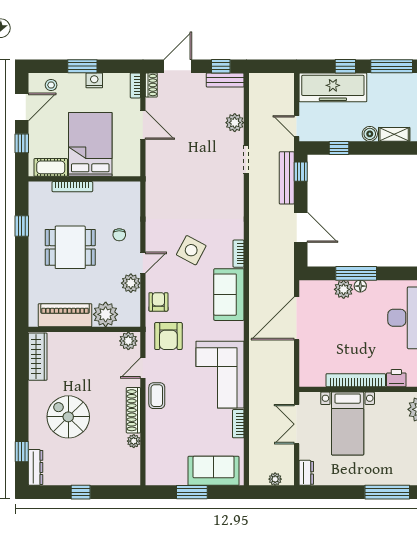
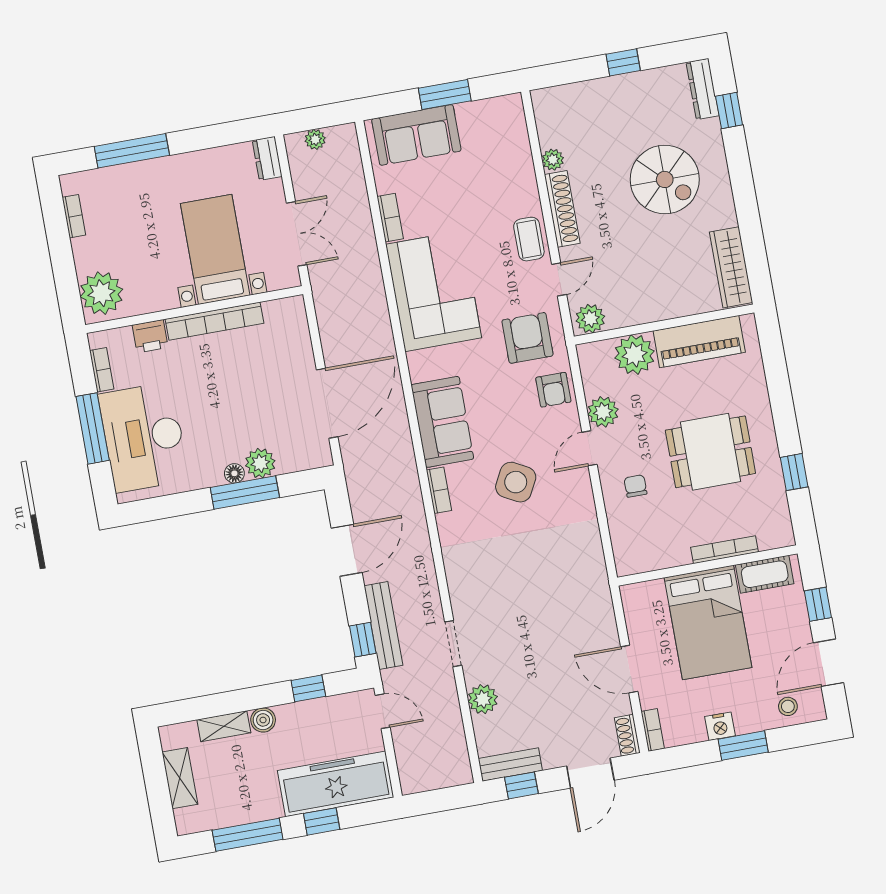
door: (301, 227) -> (347, 550), swing flipped

